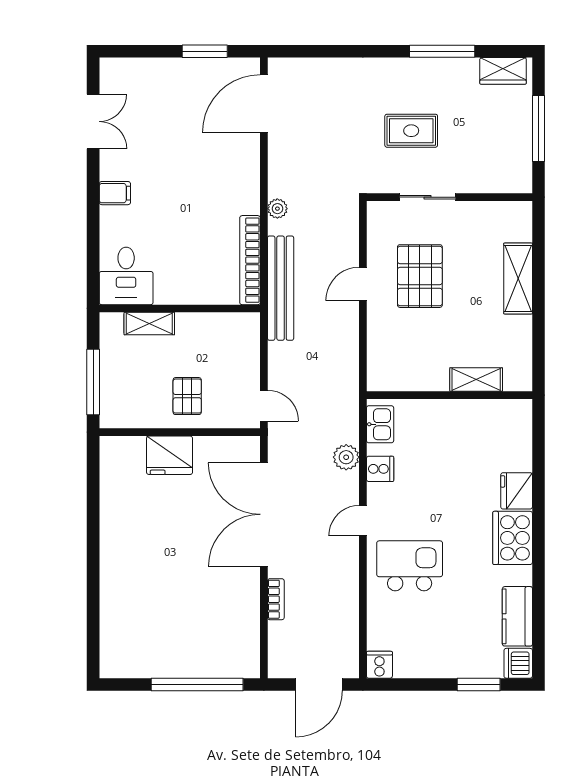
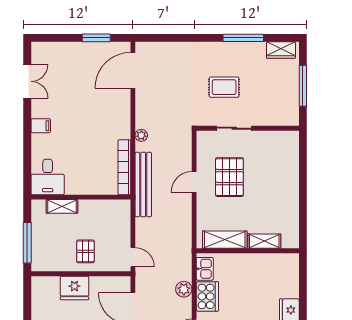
shelving: (518, 278) -> (225, 240), moved, turned 90
cooker: (380, 469) -> (207, 296), width x1.87, depth x1.31

